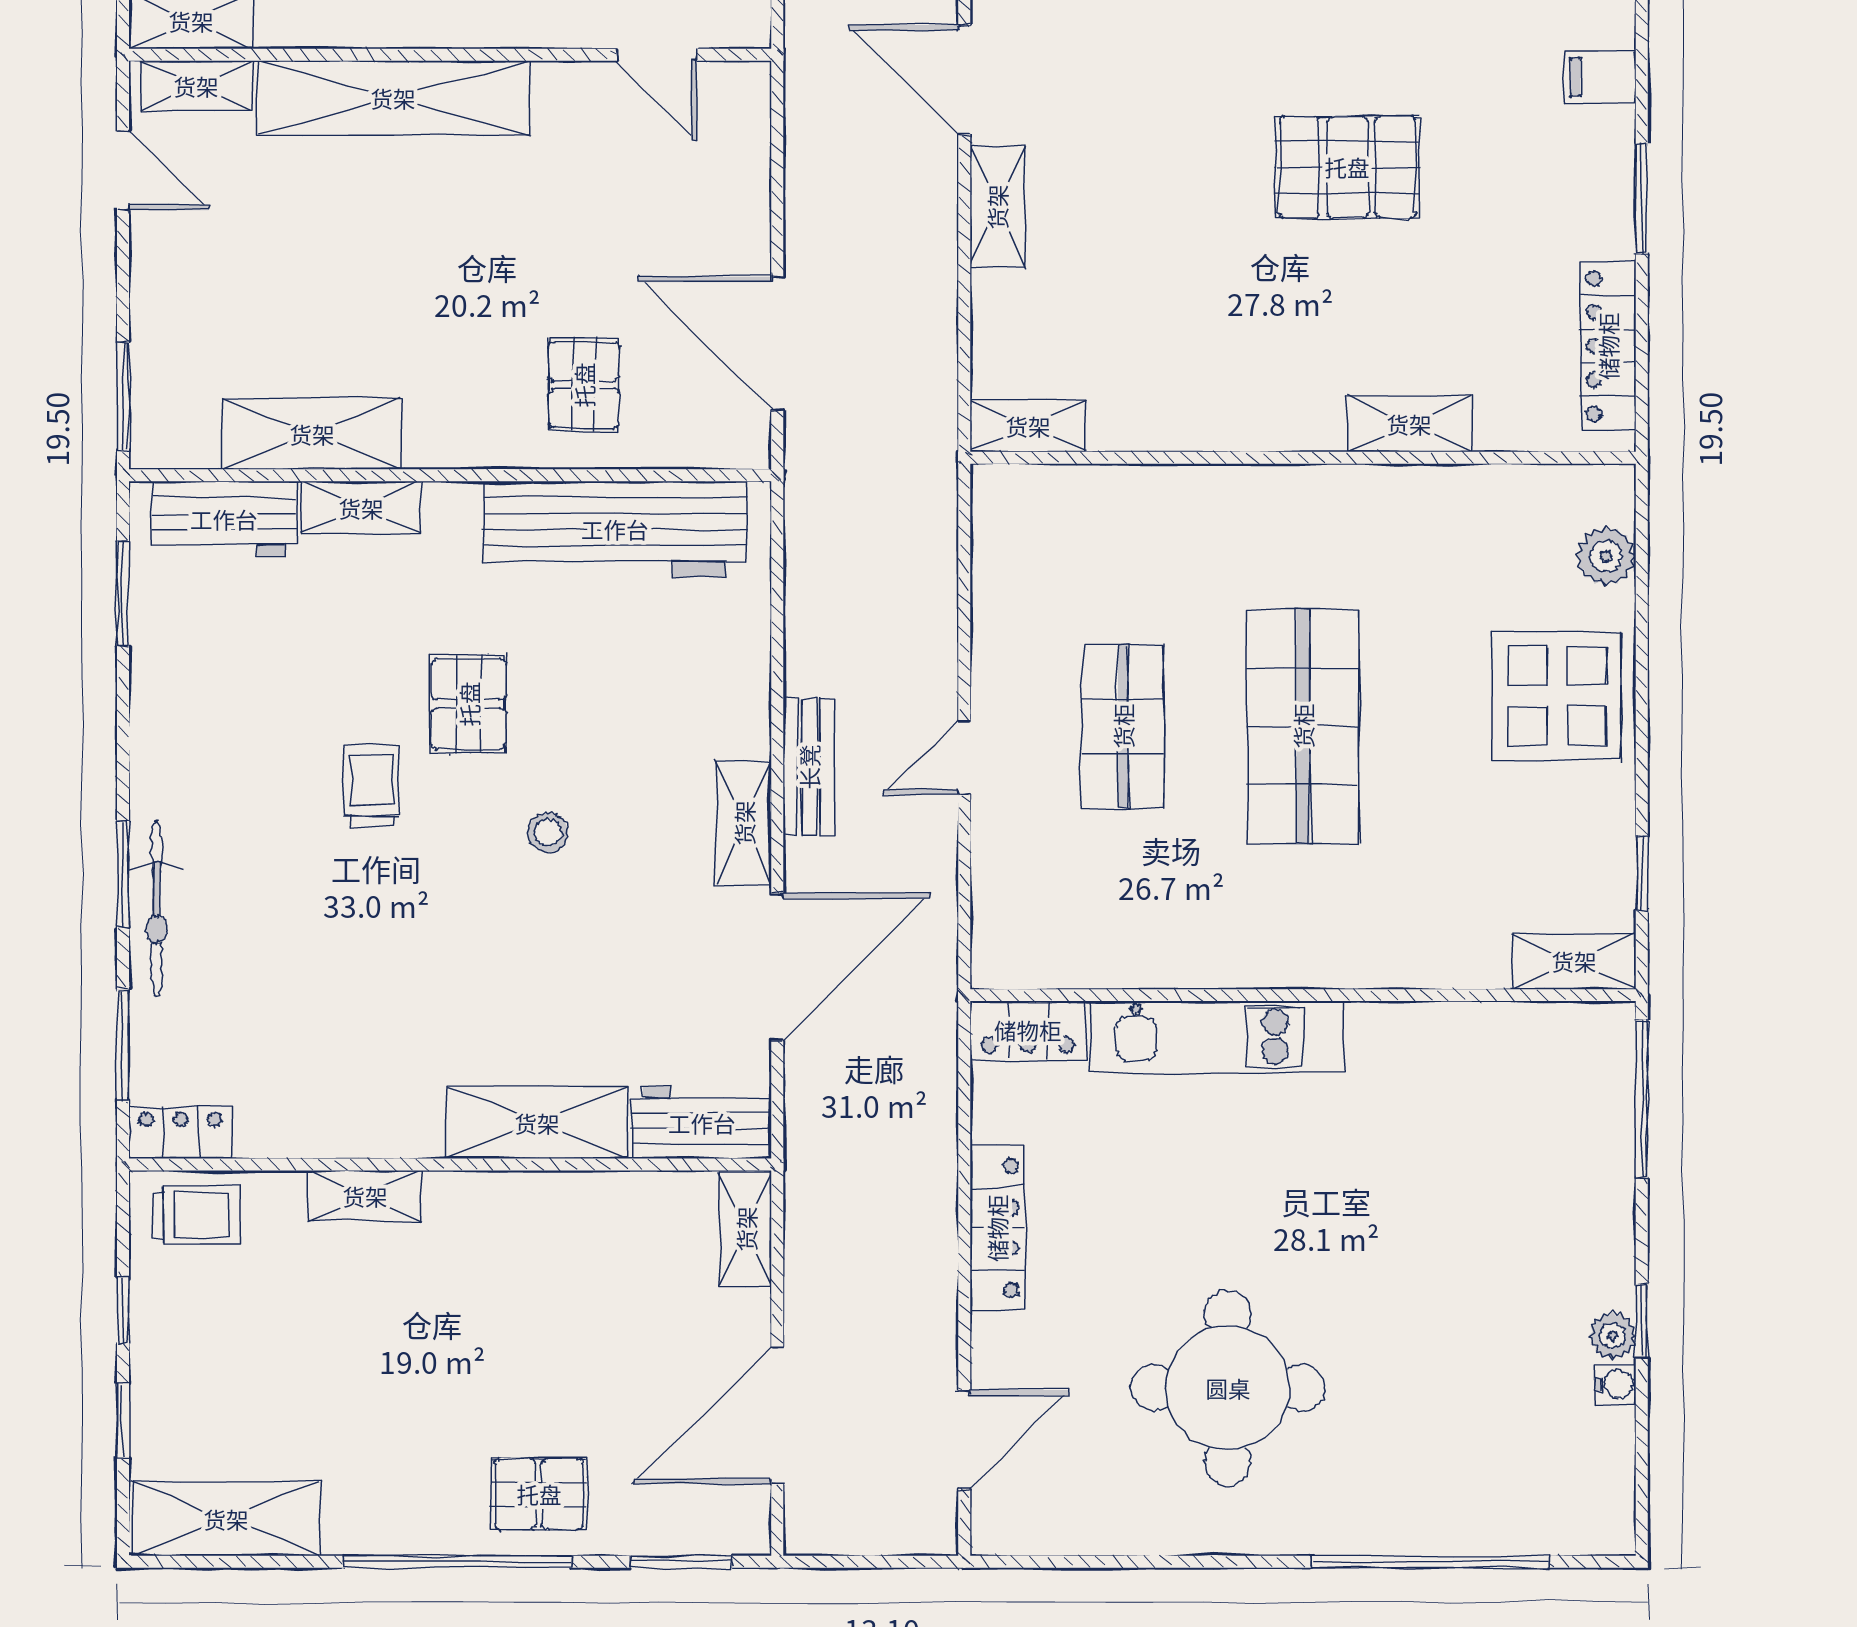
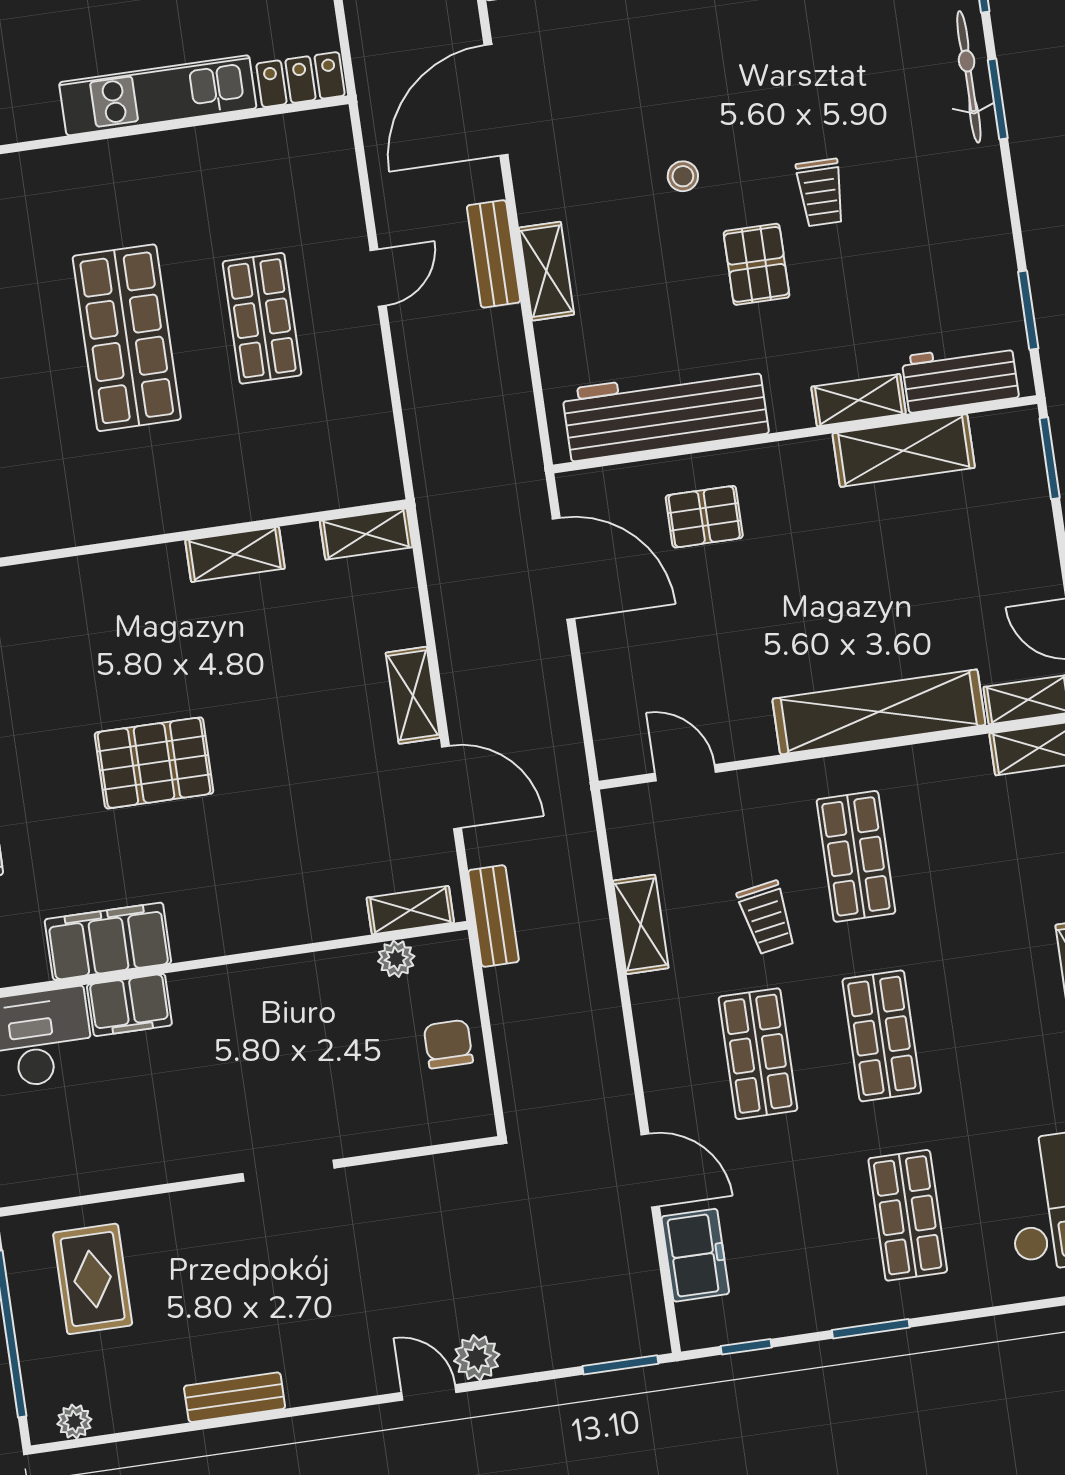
pallet: (584, 385) -> (704, 517), turned 90
shelving: (1409, 424) -> (235, 554), moved
shelving: (744, 823) -> (546, 271), moved

